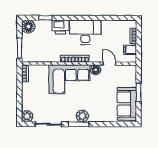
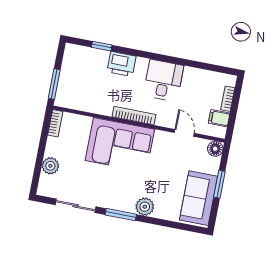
floor lamp: (28, 26) -> (74, 54), removed
desk: (85, 32) -> (163, 80), width x0.73
floor lamp: (96, 70) -> (215, 149), moved
plant: (27, 116) -> (50, 166), moved
plant: (82, 116) -> (145, 207), moved

